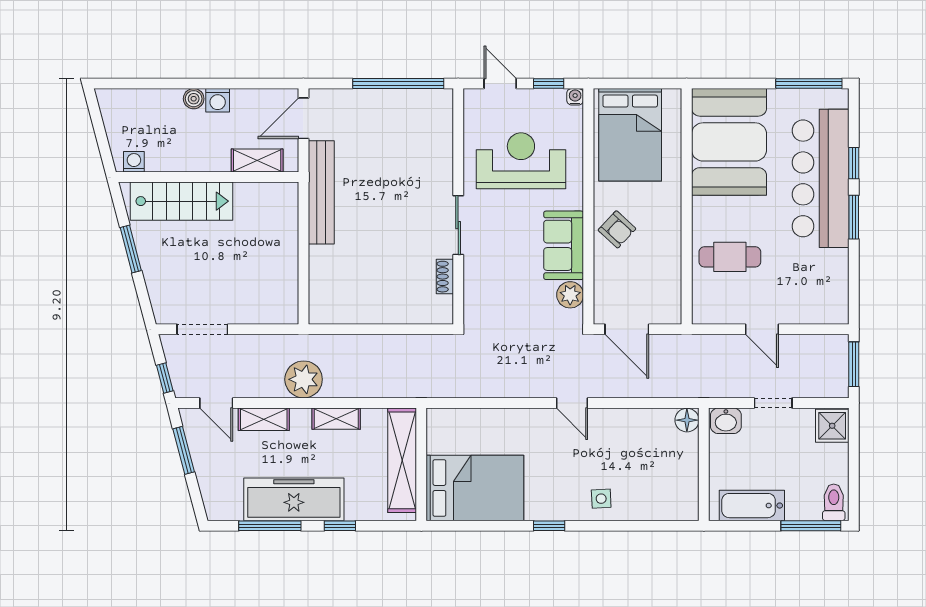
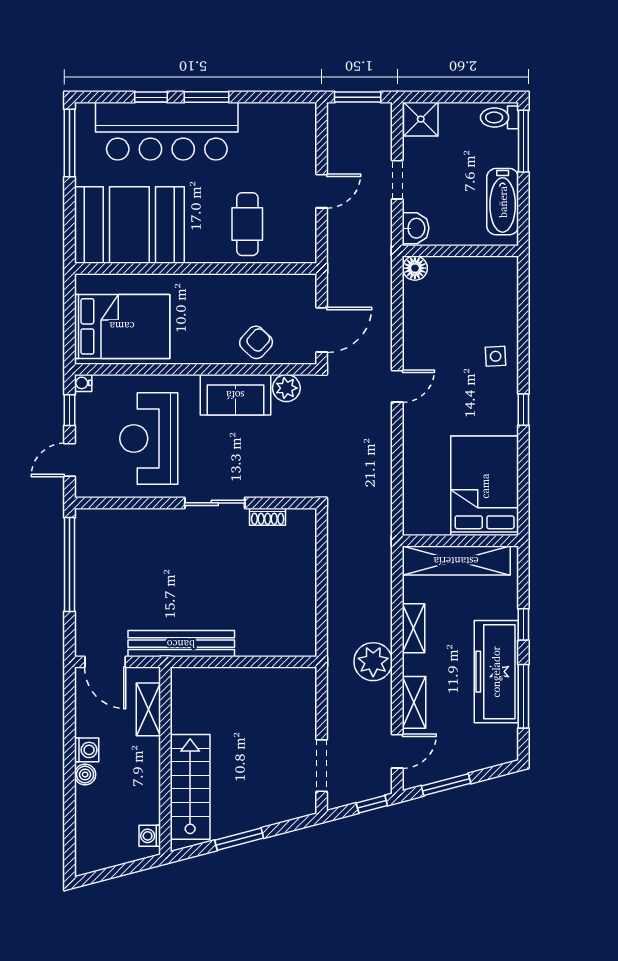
armchair: (617, 229) -> (256, 342), moved

